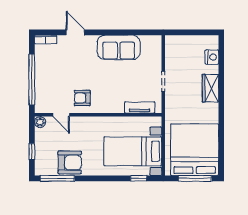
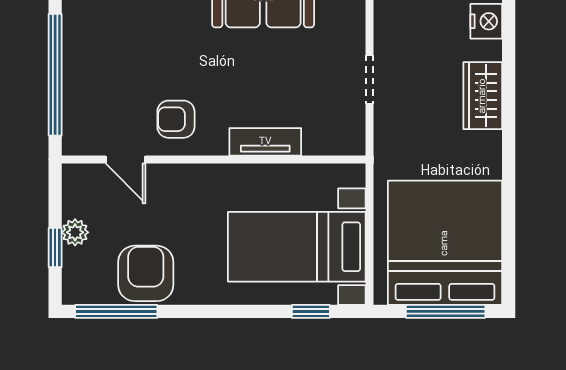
tv unit: (140, 107) -> (265, 142), moved
plant: (40, 122) -> (75, 232), moved
armchair: (70, 162) -> (146, 273), turned -90

